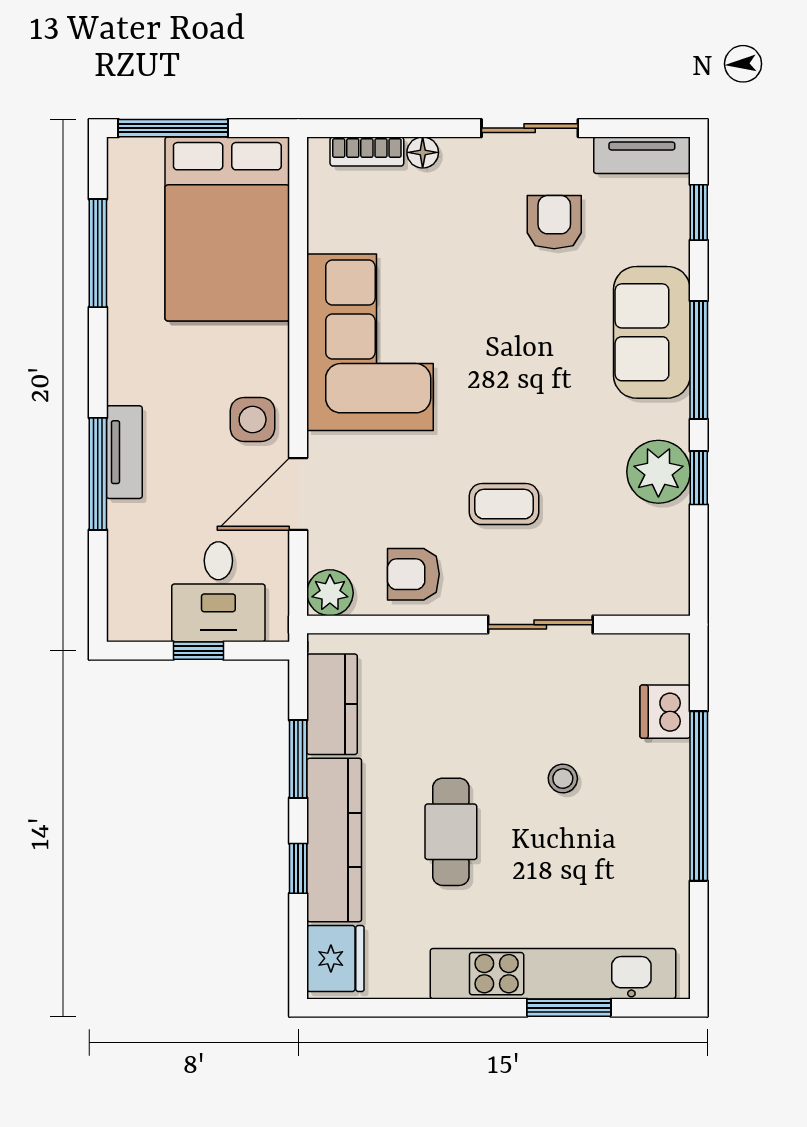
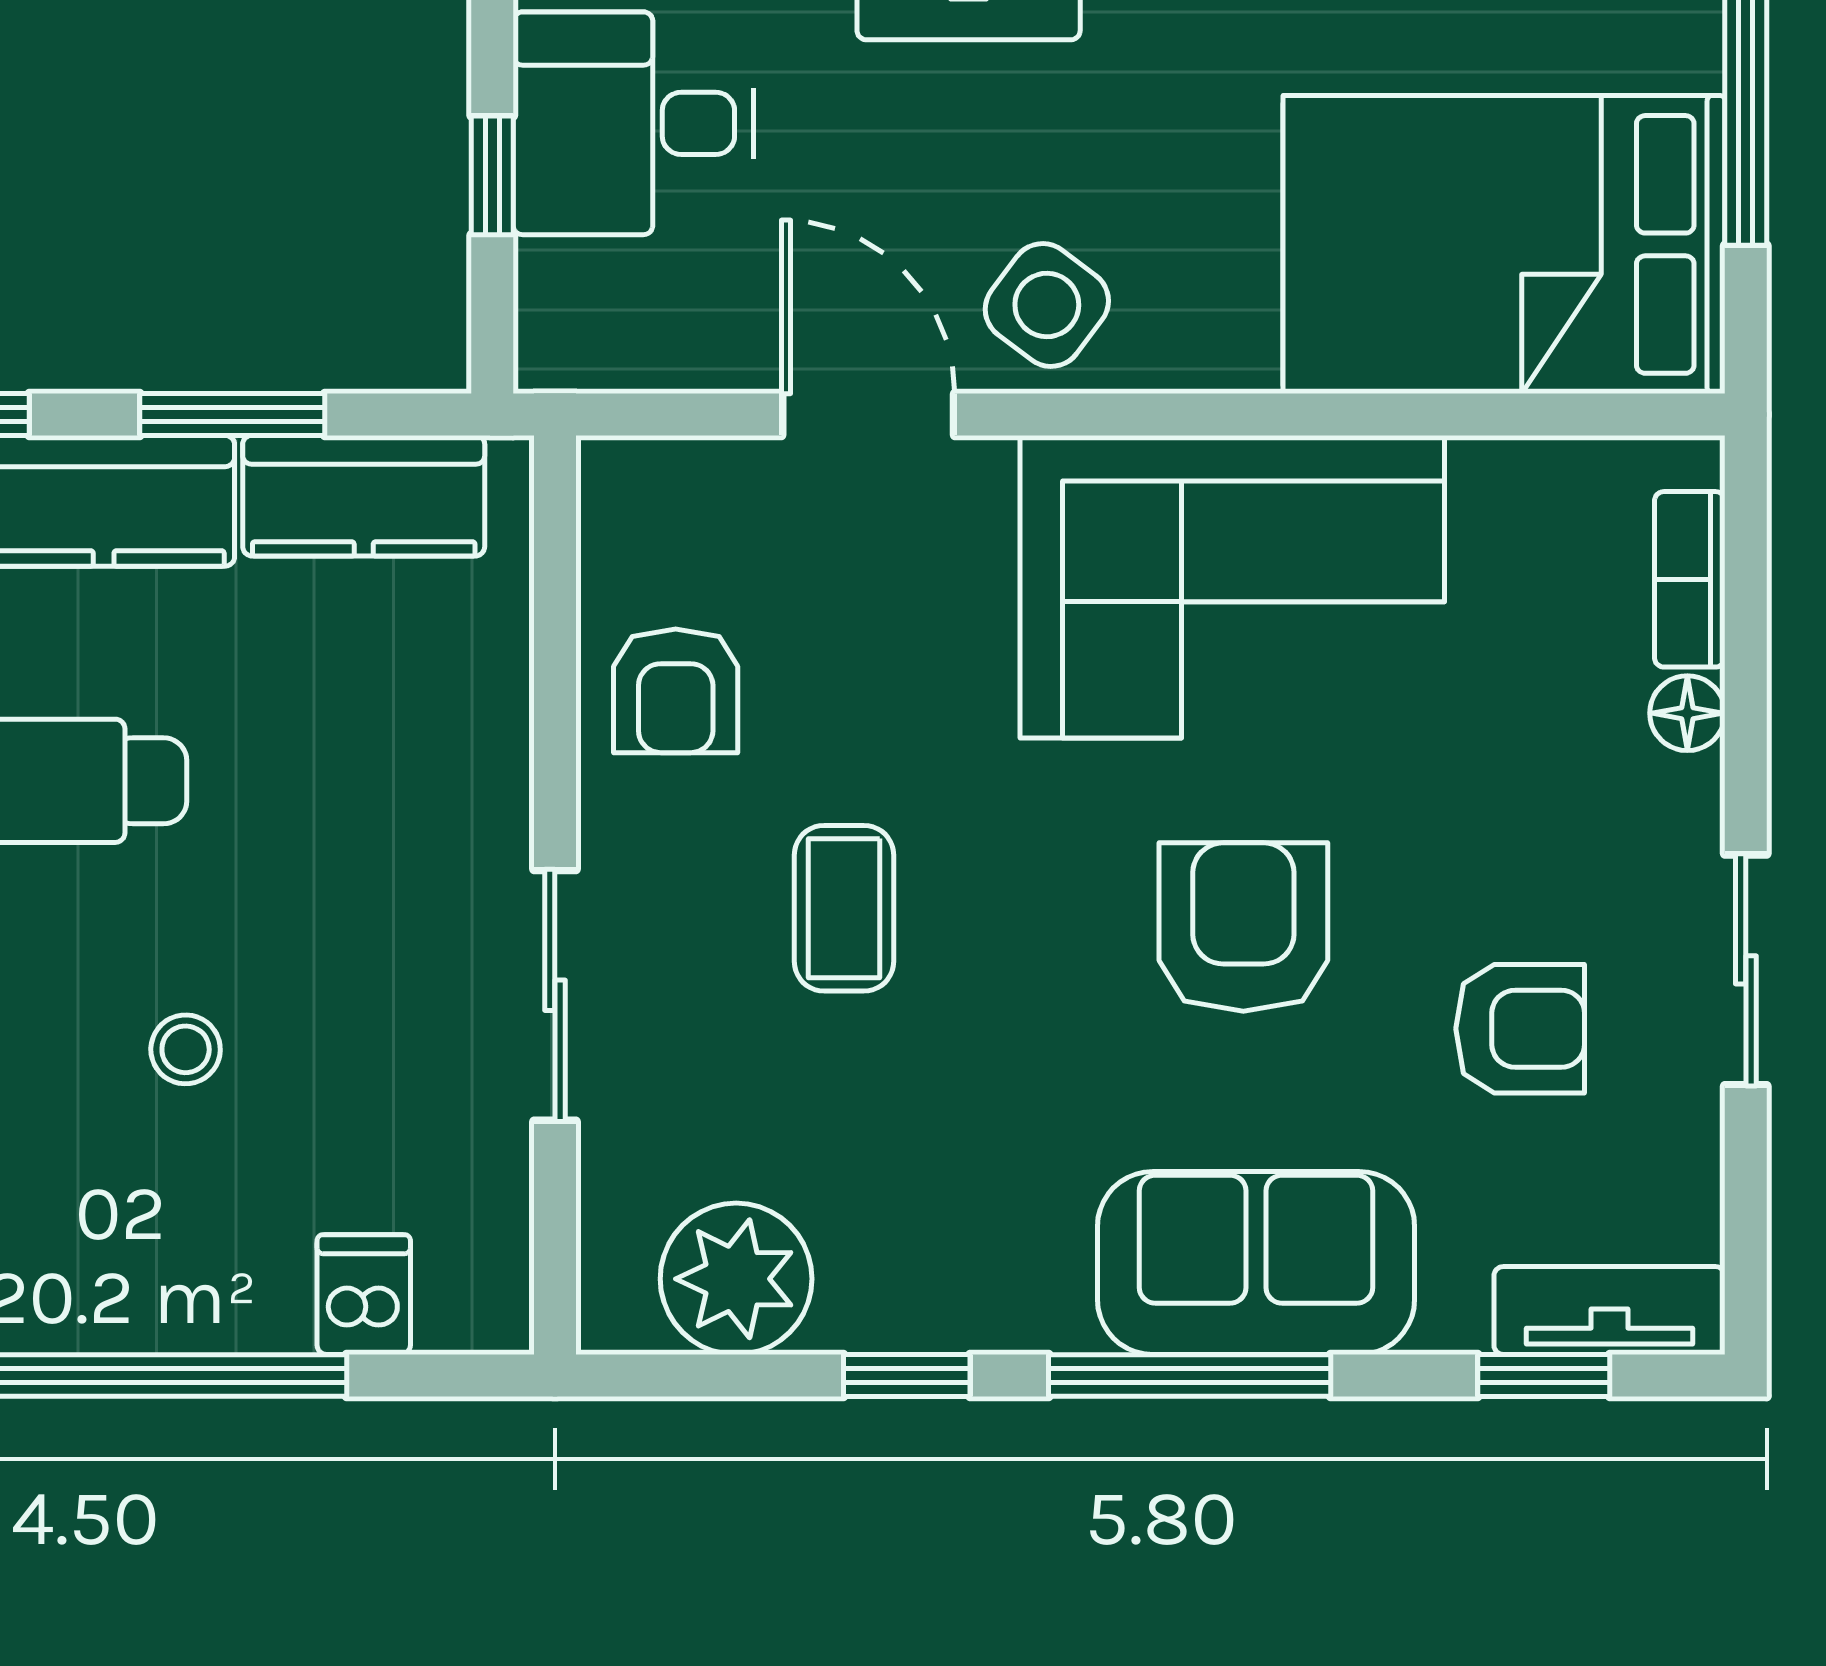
tv unit: (642, 155) -> (1609, 1311), moved, turned 90
armchair: (512, 338) -> (1243, 927), added
side table: (253, 420) -> (1047, 305), turned 37
plant: (658, 472) -> (736, 1279), moved
armchair: (413, 574) -> (676, 691), turned 180
desk: (218, 592) -> (633, 123), moved
plant: (330, 593) -> (631, 491), removed
dishwasher: (665, 712) -> (364, 1295), width x0.73

